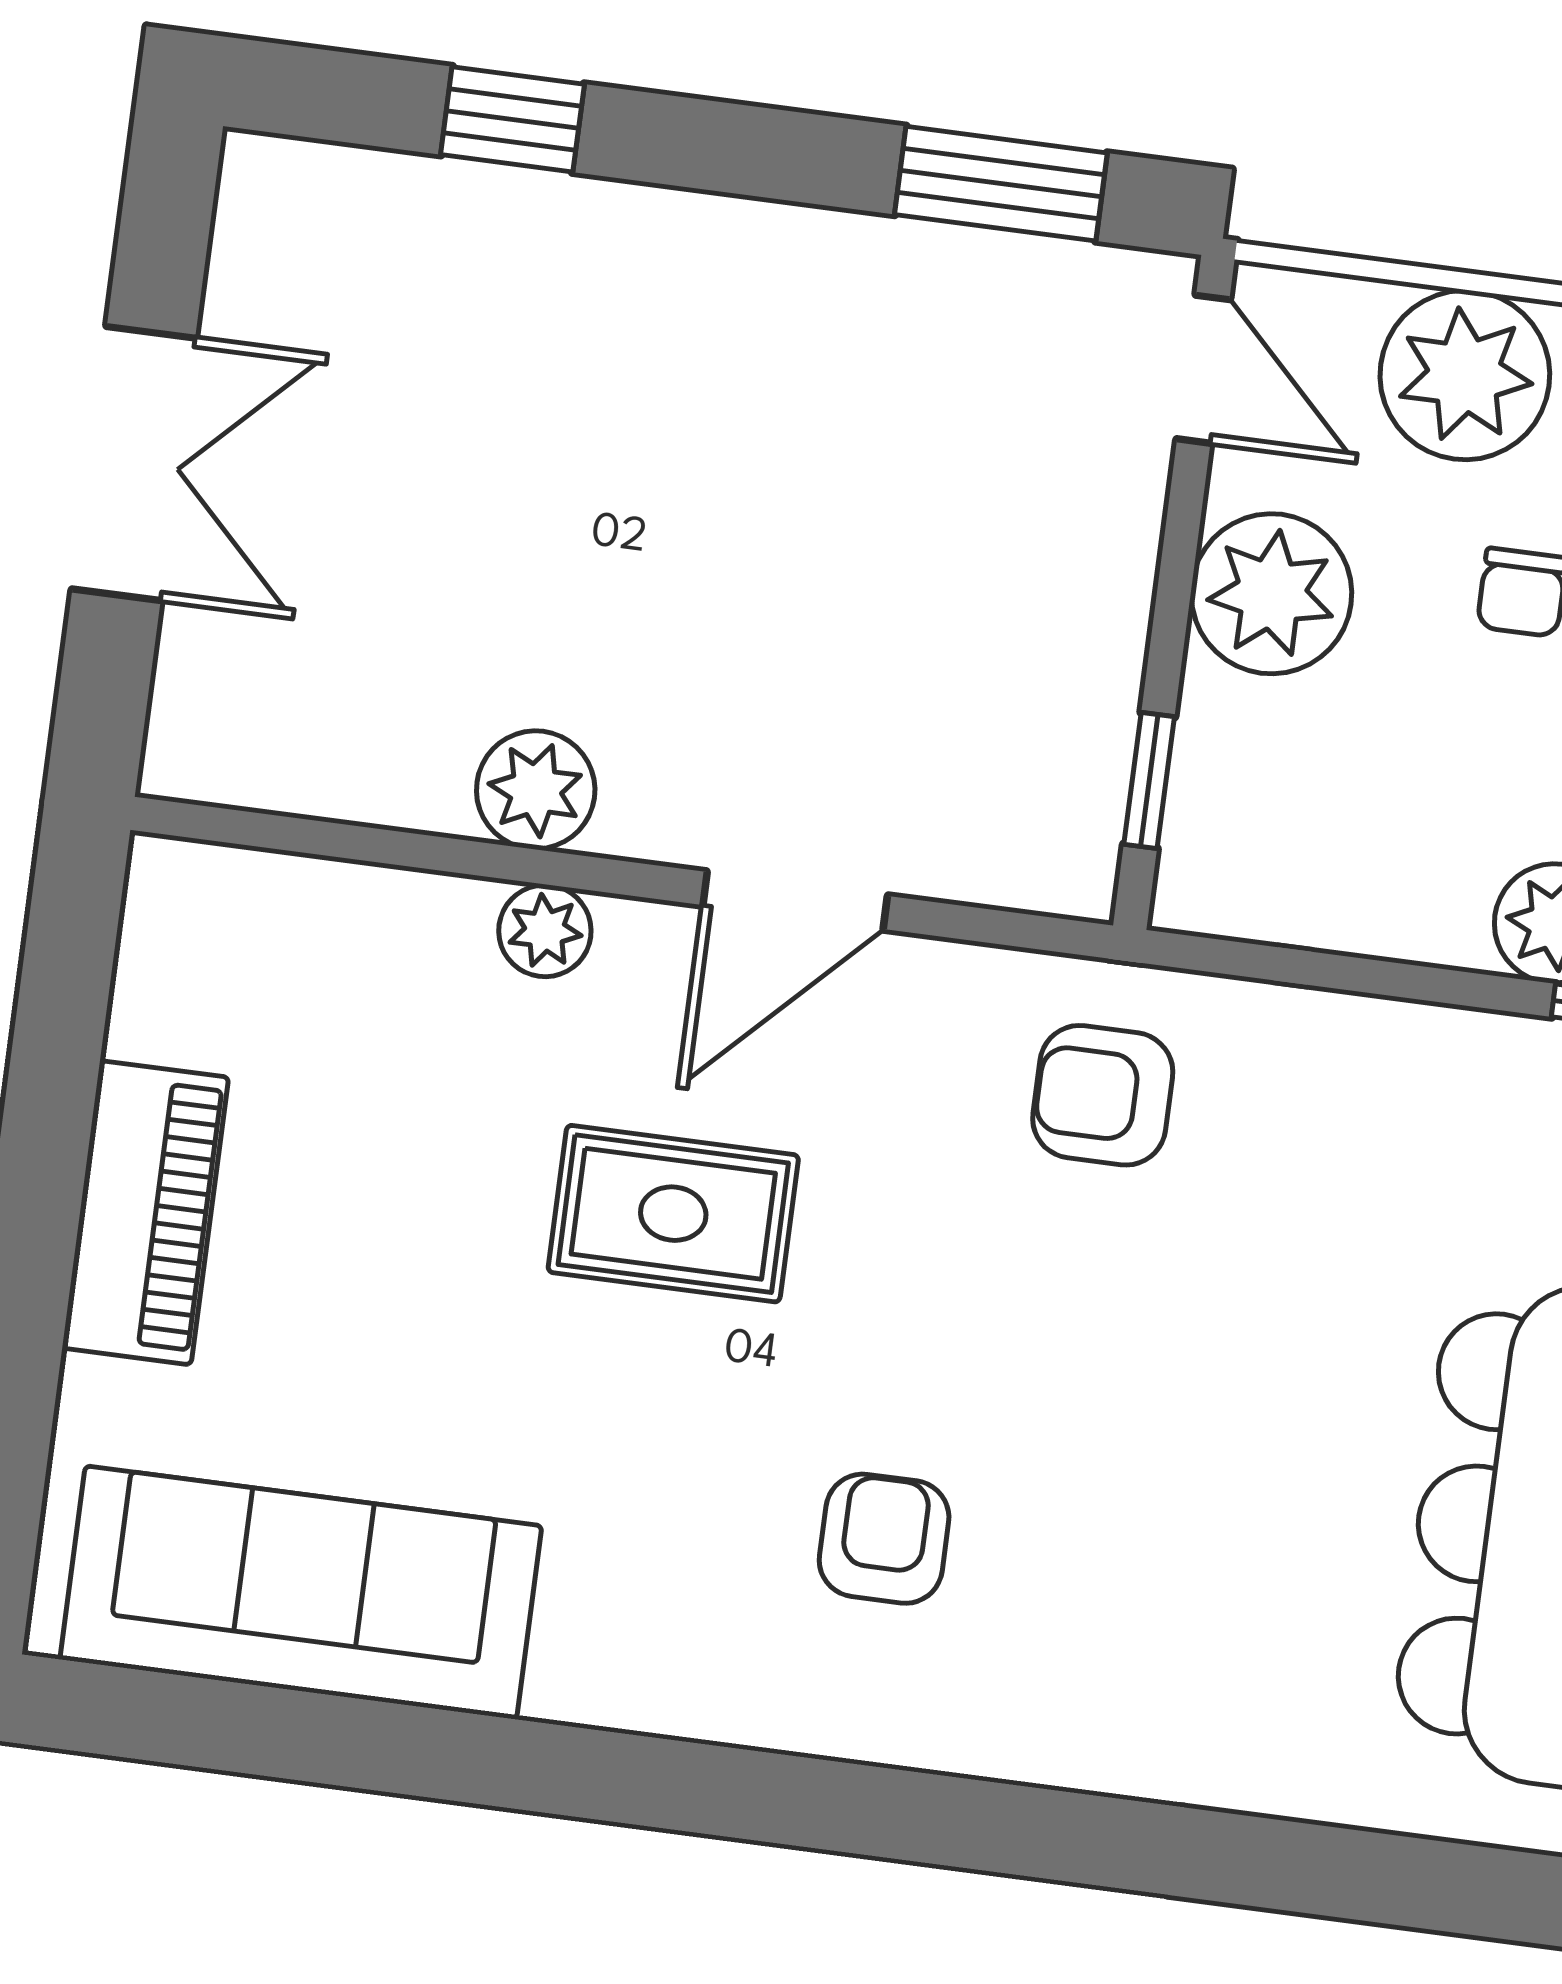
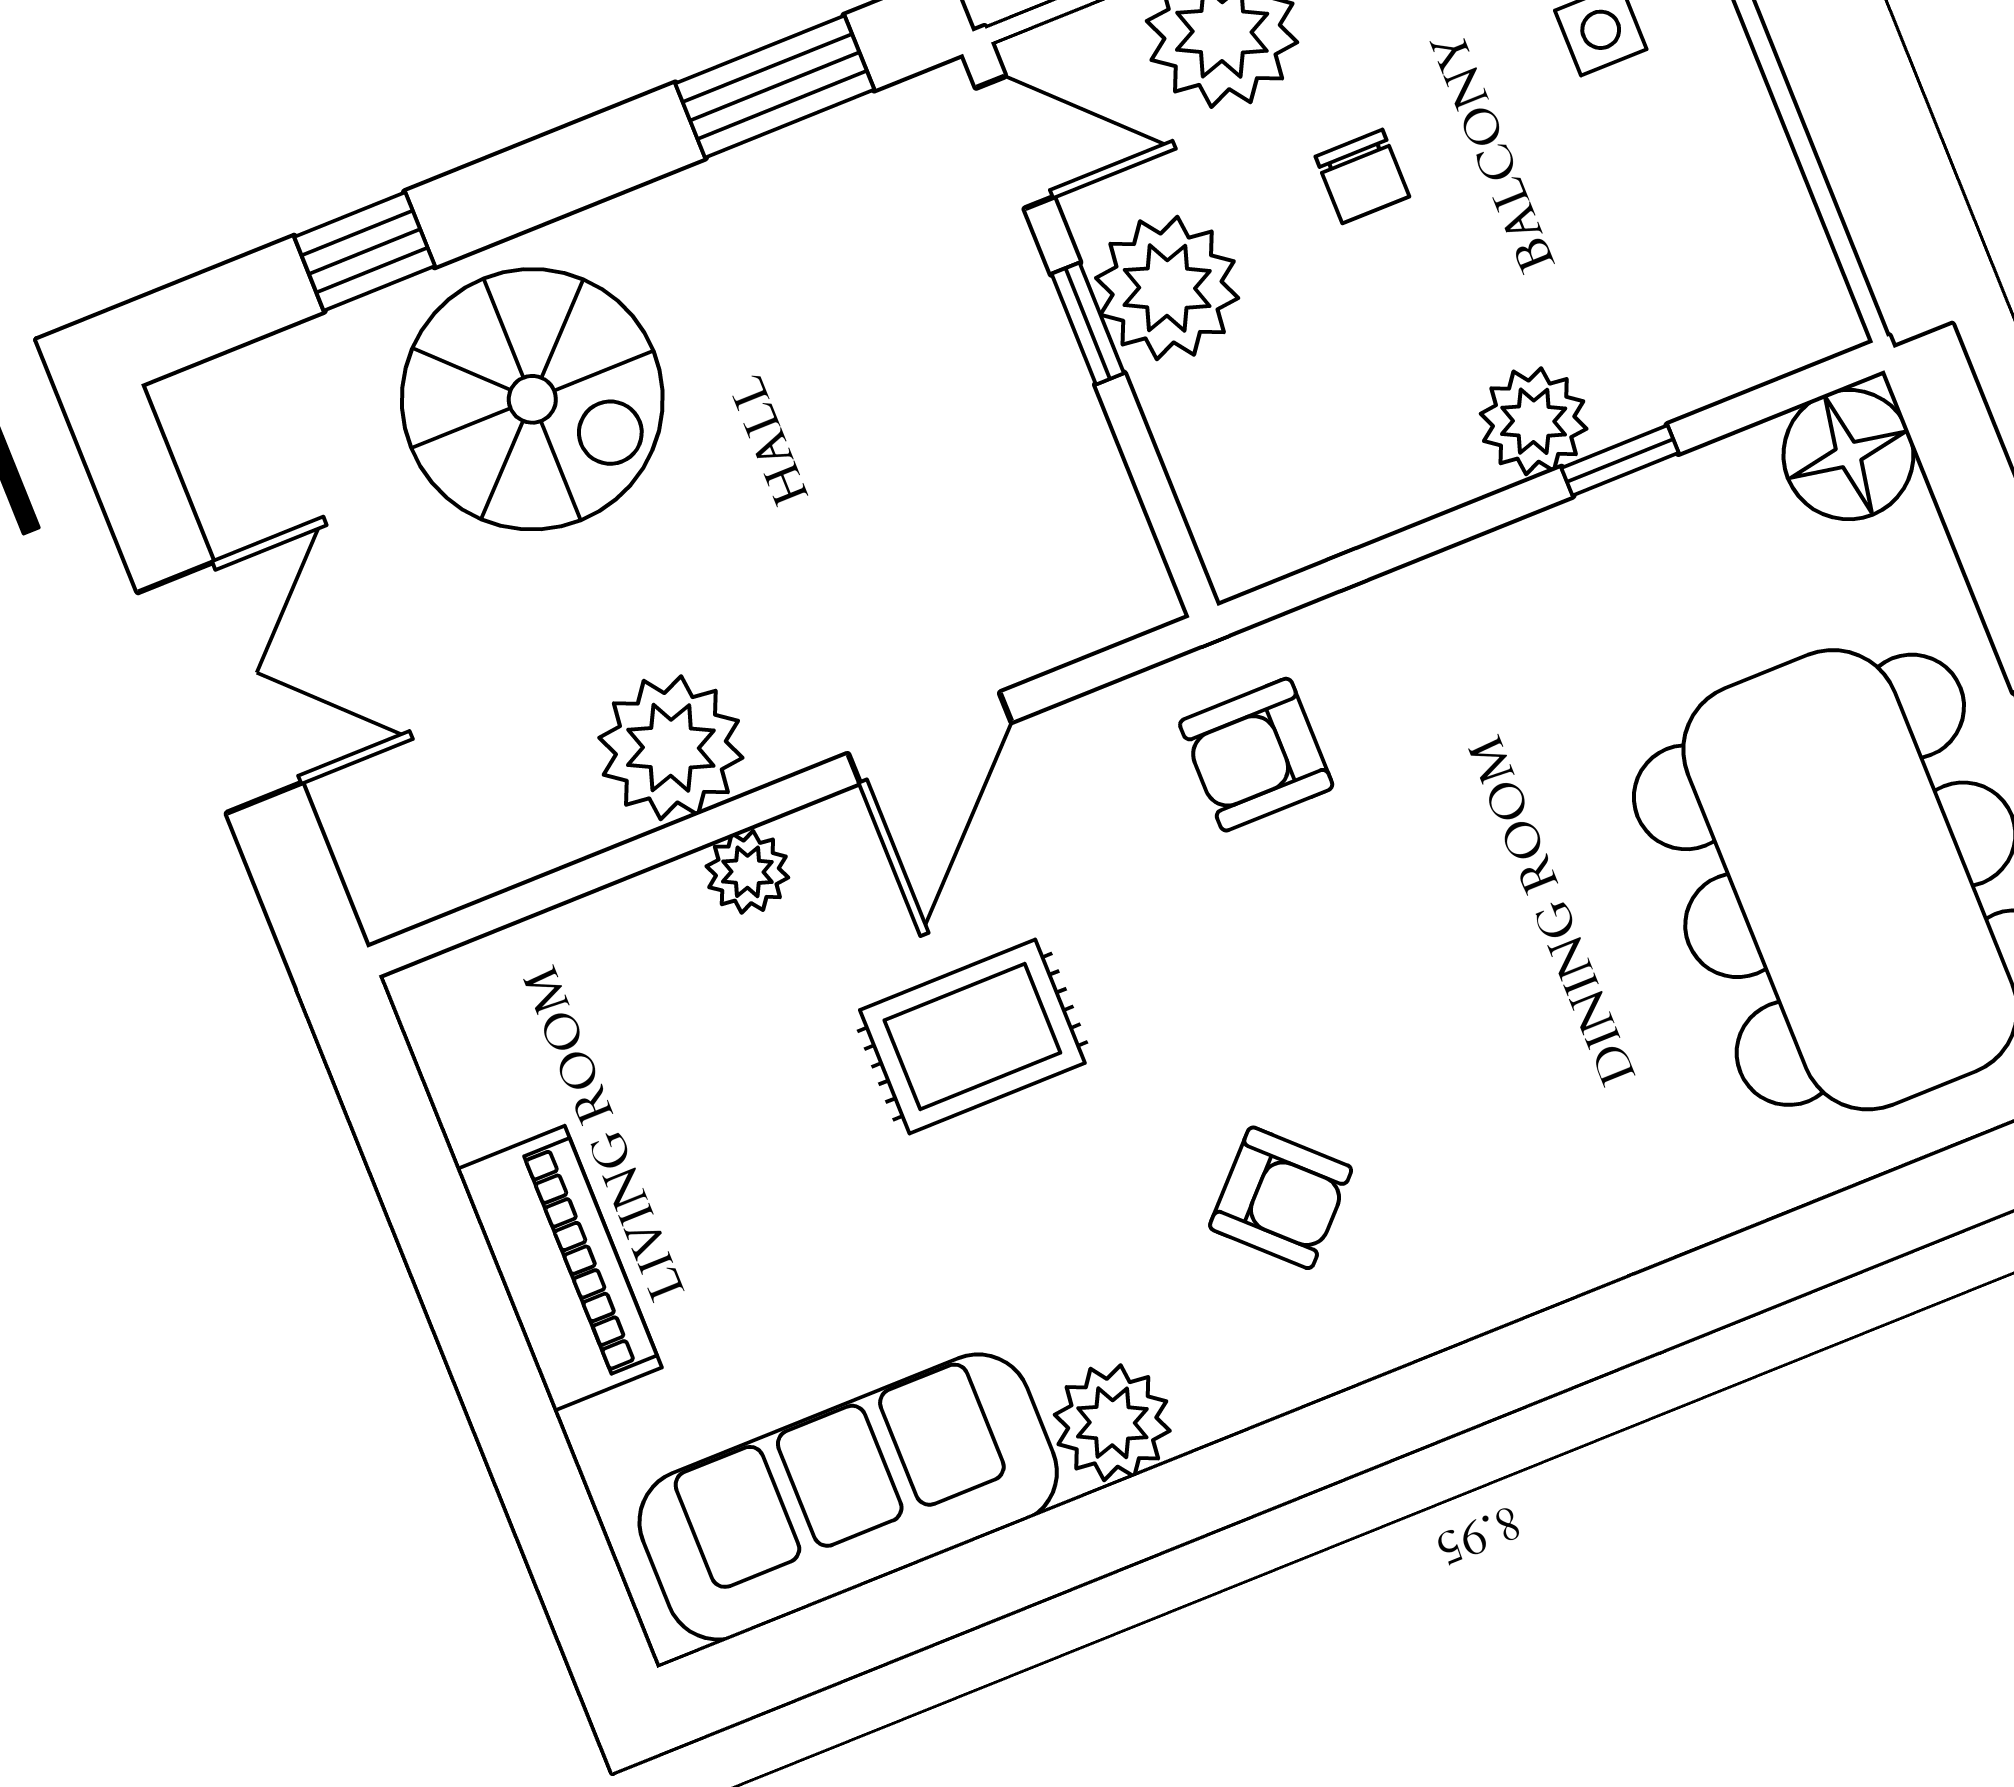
spiral stairs: (595, 355) -> (532, 399), added
window: (1149, 781) -> (1088, 324), moved
plant: (536, 790) -> (671, 748), width x1.36, depth x1.36
armchair: (884, 1539) -> (1281, 1198), turned 134
plant: (598, 1665) -> (1112, 1423), added

